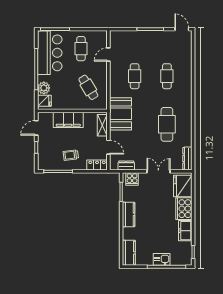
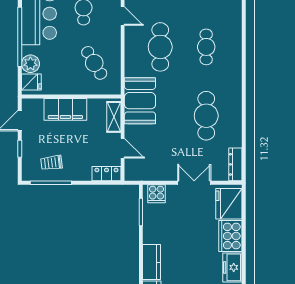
door: (108, 55) -> (123, 16), swing flipped
cafe table: (135, 76) -> (160, 47), width x1.37, depth x1.35
trolley: (71, 155) -> (51, 163), moved
dresser: (126, 166) -> (148, 174), removed
kitchen counter: (129, 214) -> (151, 262), moved

